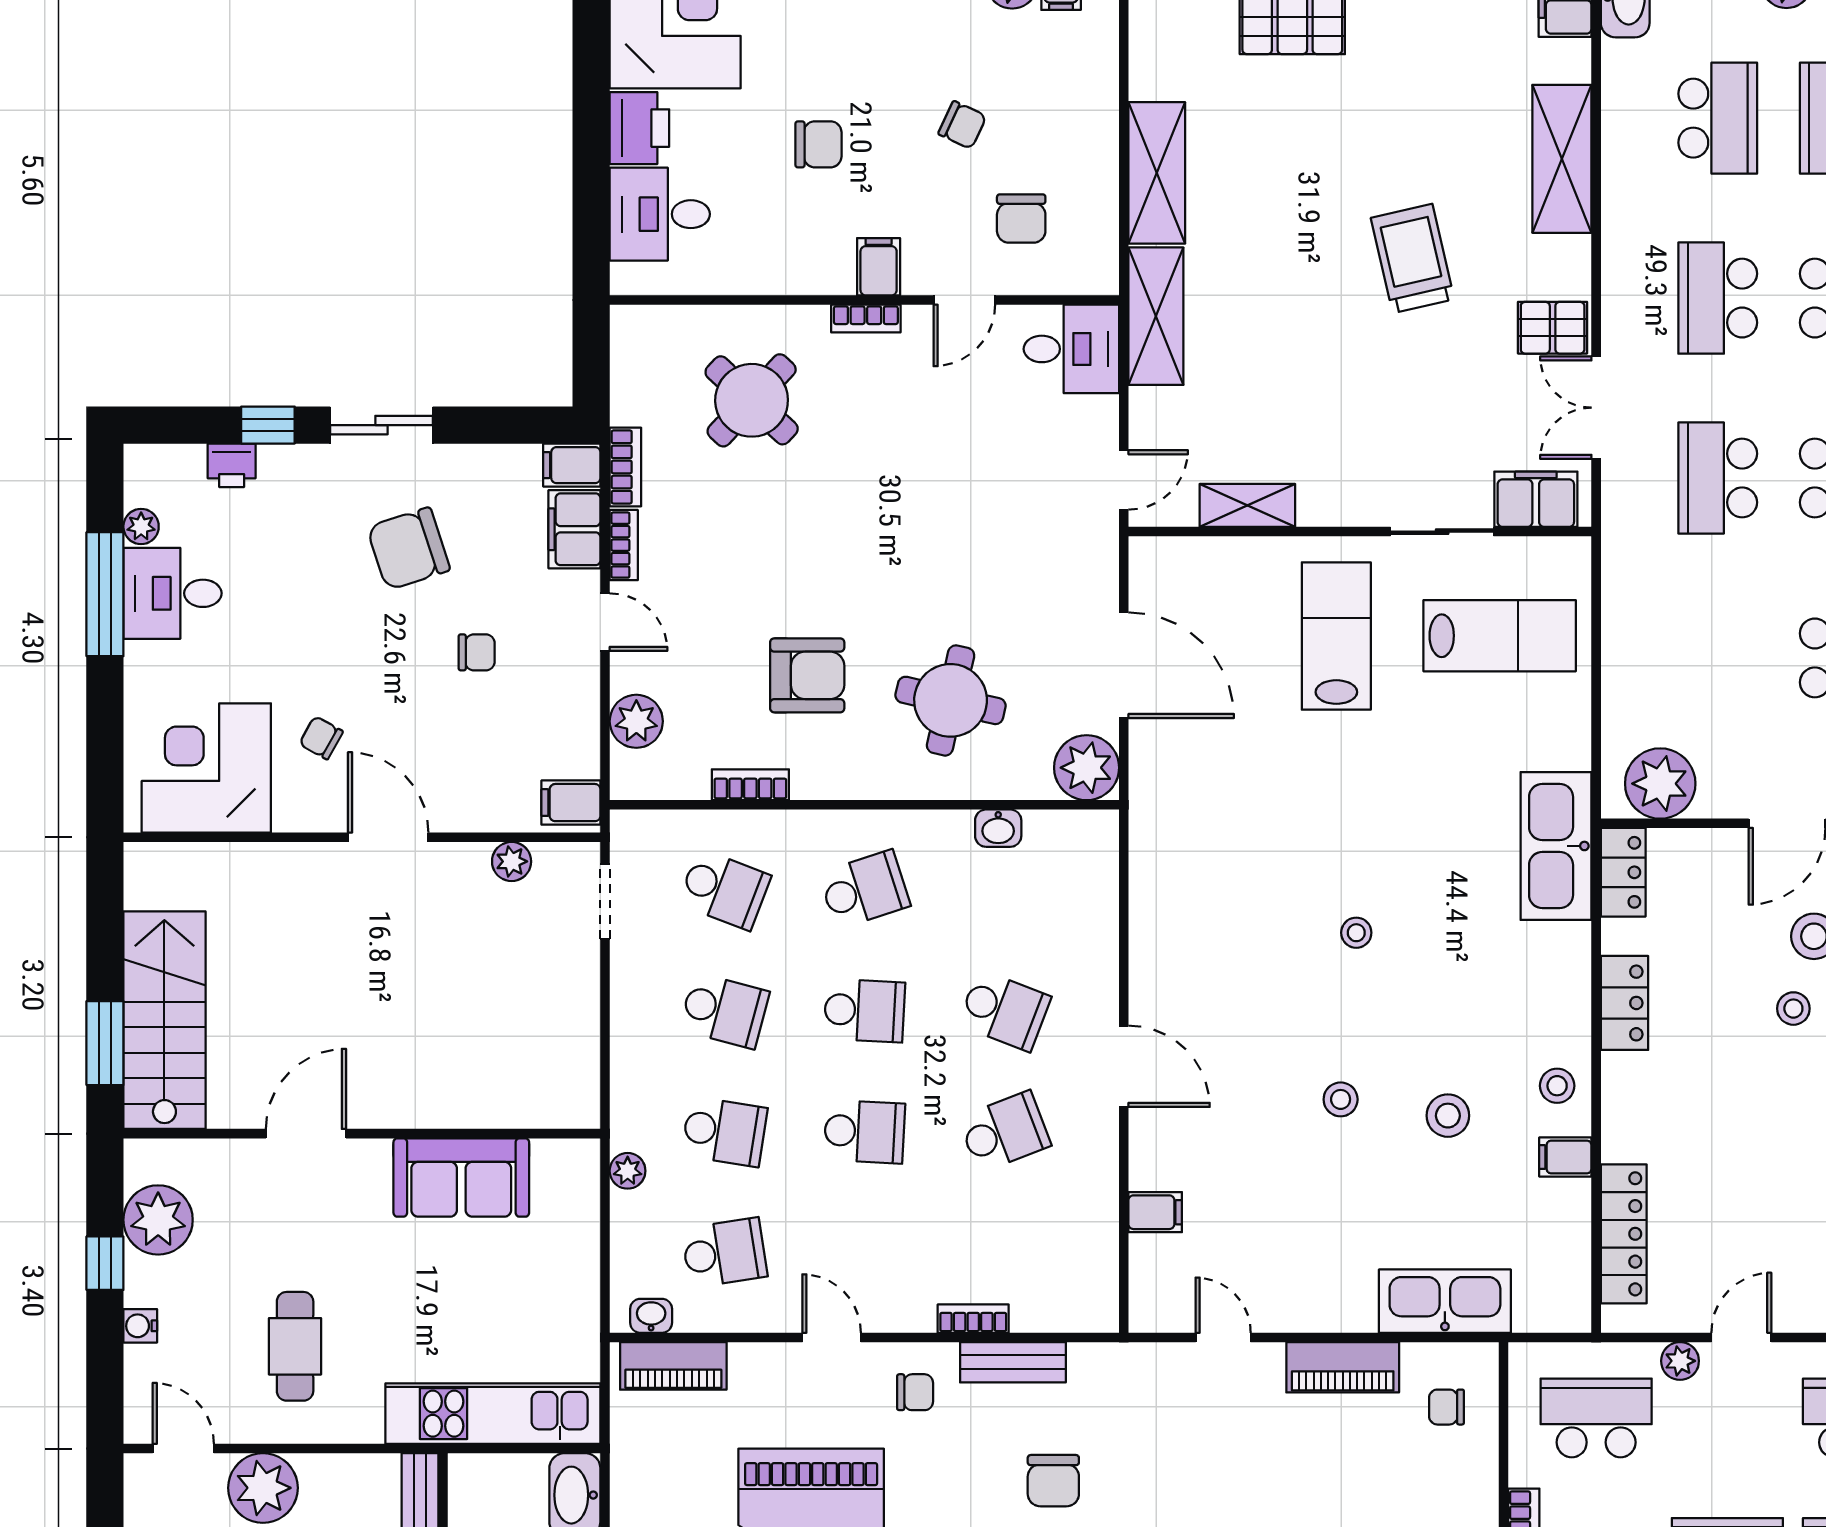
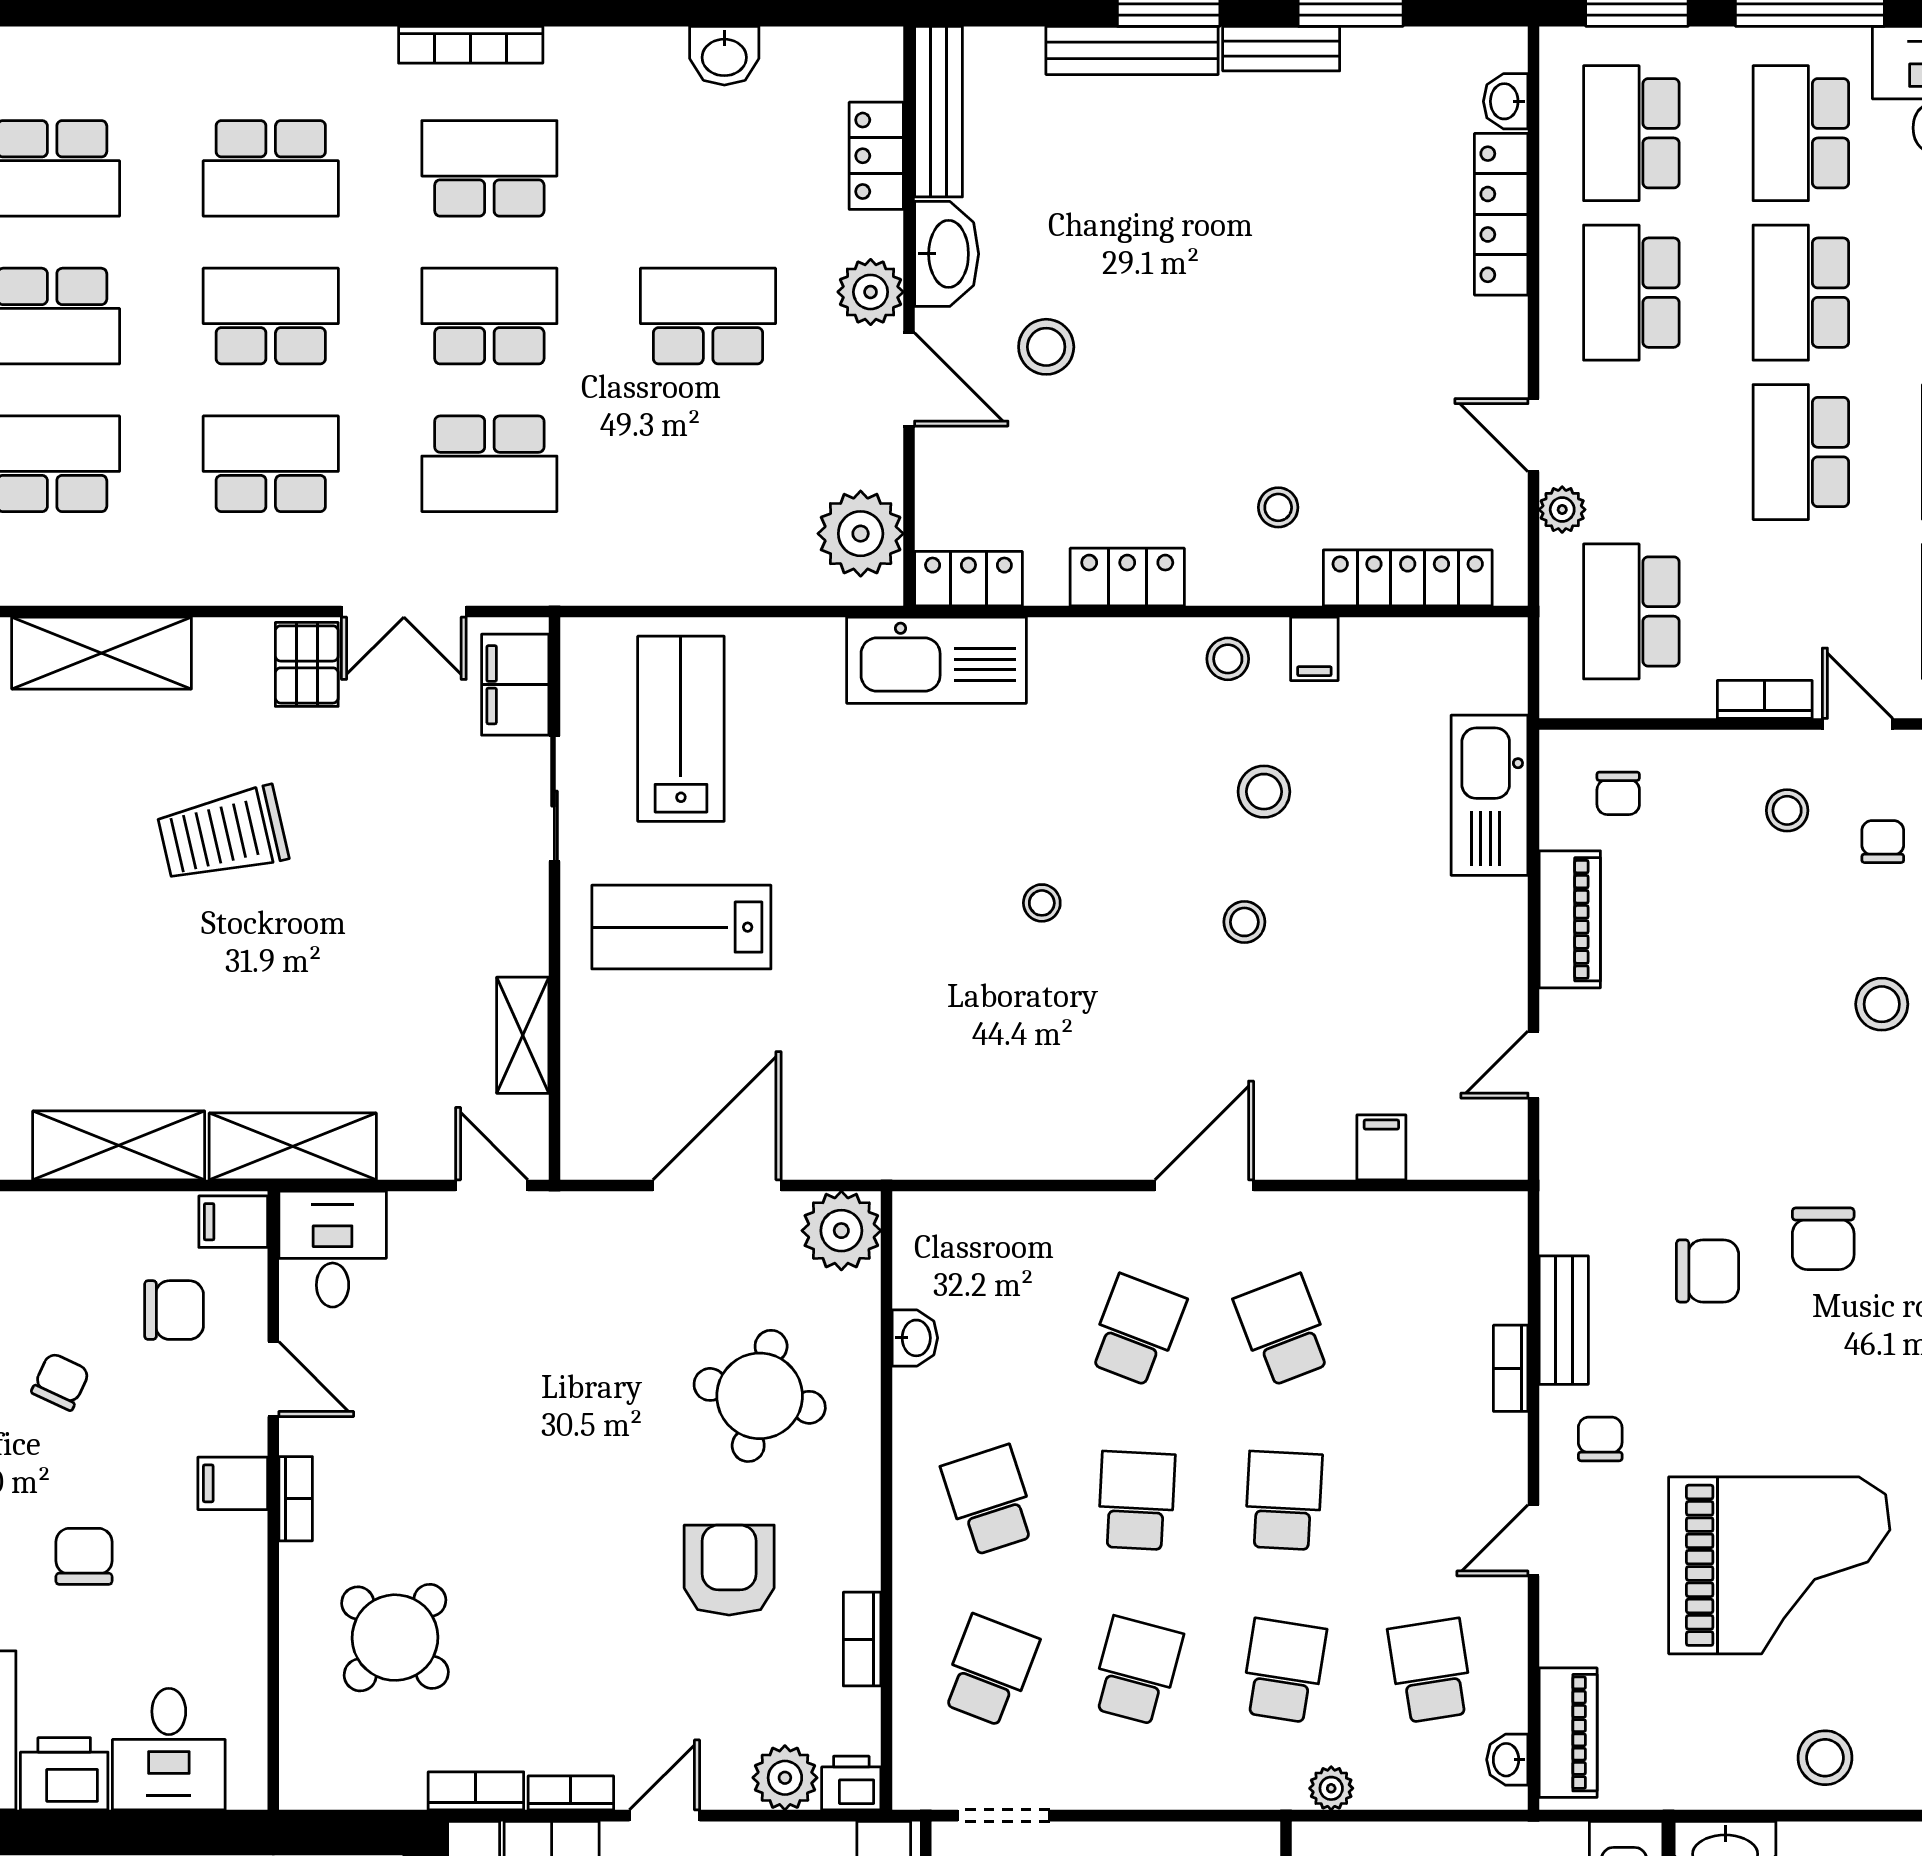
filing cabinet: (1094, 267) -> (233, 1222), added
school desk: (1718, 298) -> (271, 464), turned 180
printer: (632, 776) -> (851, 1783), added
stool: (1793, 1009) -> (1278, 507), moved

